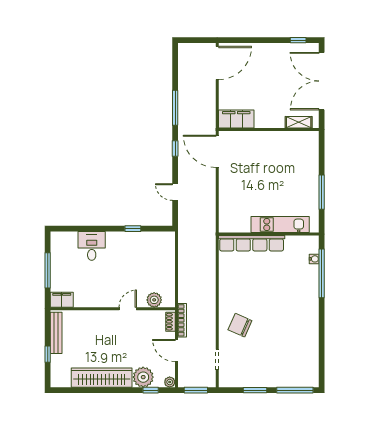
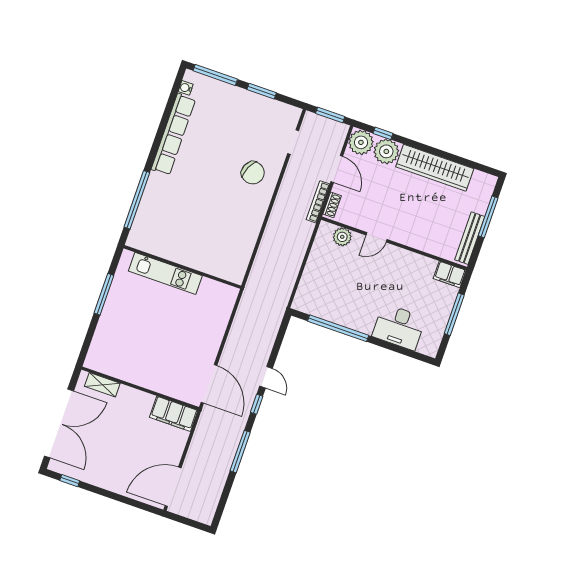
door: (175, 192) -> (266, 377), moved
window: (133, 229) -> (338, 328), width x3.17
row of seats: (252, 243) -> (173, 134), moved, turned 90
desk: (92, 246) -> (399, 327), width x1.37
water cooler: (314, 259) -> (186, 88), moved
window: (48, 354) -> (488, 217), width x2.17
plant: (170, 382) -> (361, 142), width x1.87, depth x1.87

